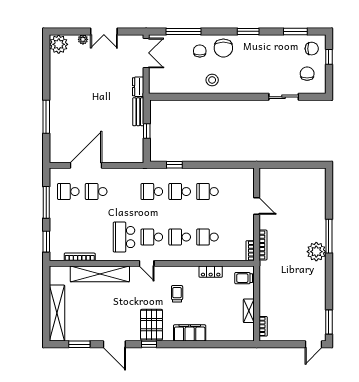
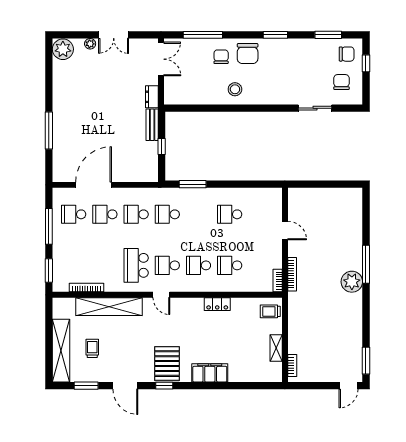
window: (174, 165) -> (193, 184), width x1.50
school desk: (180, 192) -> (136, 214), moved
locker: (211, 272) -> (217, 304), moved
trolley: (177, 294) -> (92, 348), moved

